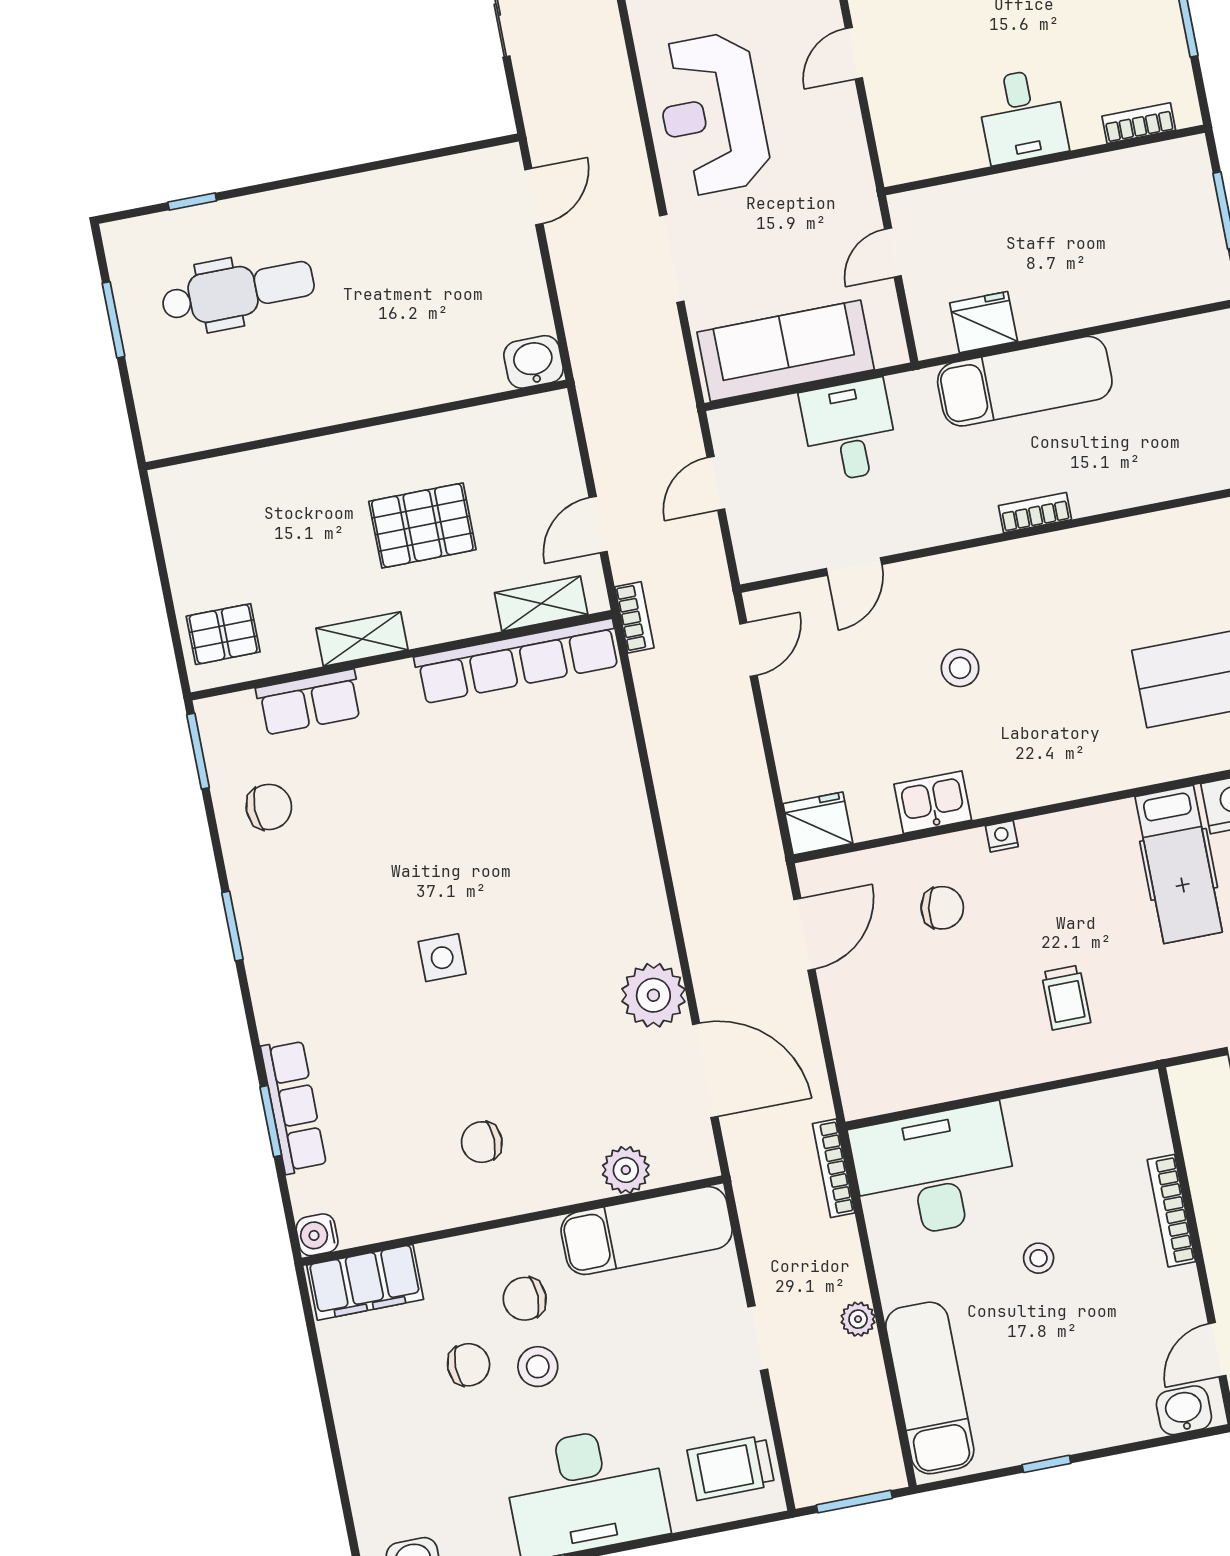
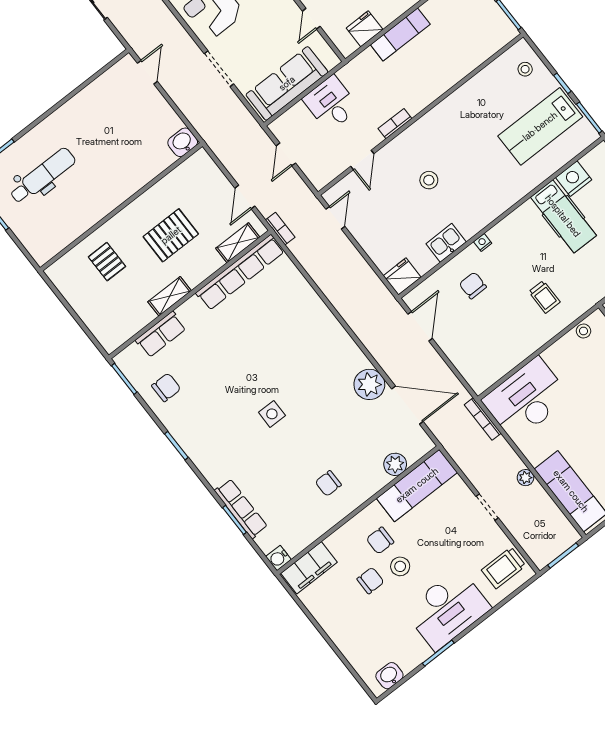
exam couch: (1025, 381) -> (400, 34), width x0.73, depth x0.69
bookcase: (1035, 513) -> (395, 124), moved
pallet: (223, 634) -> (107, 262), moved, turned 90
chair: (942, 908) -> (473, 285), turned -100
stool: (1039, 1258) -> (583, 331), moved

